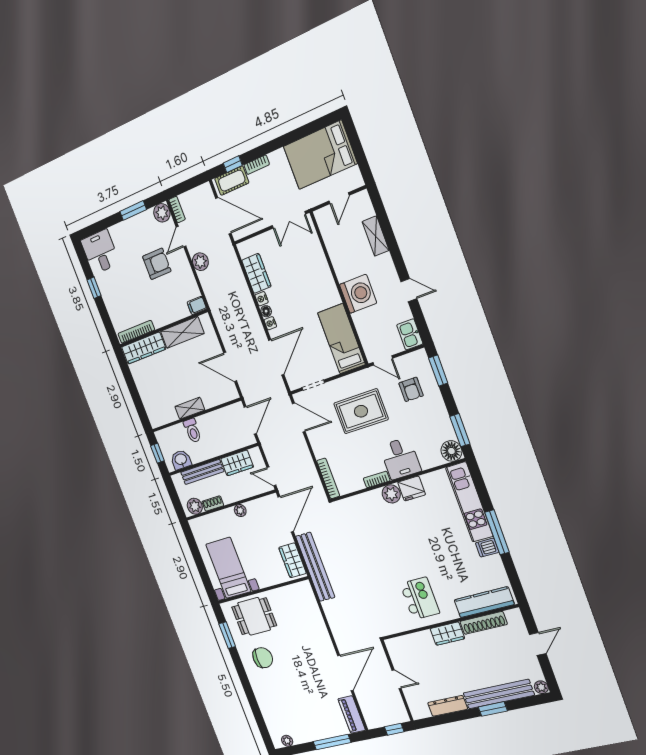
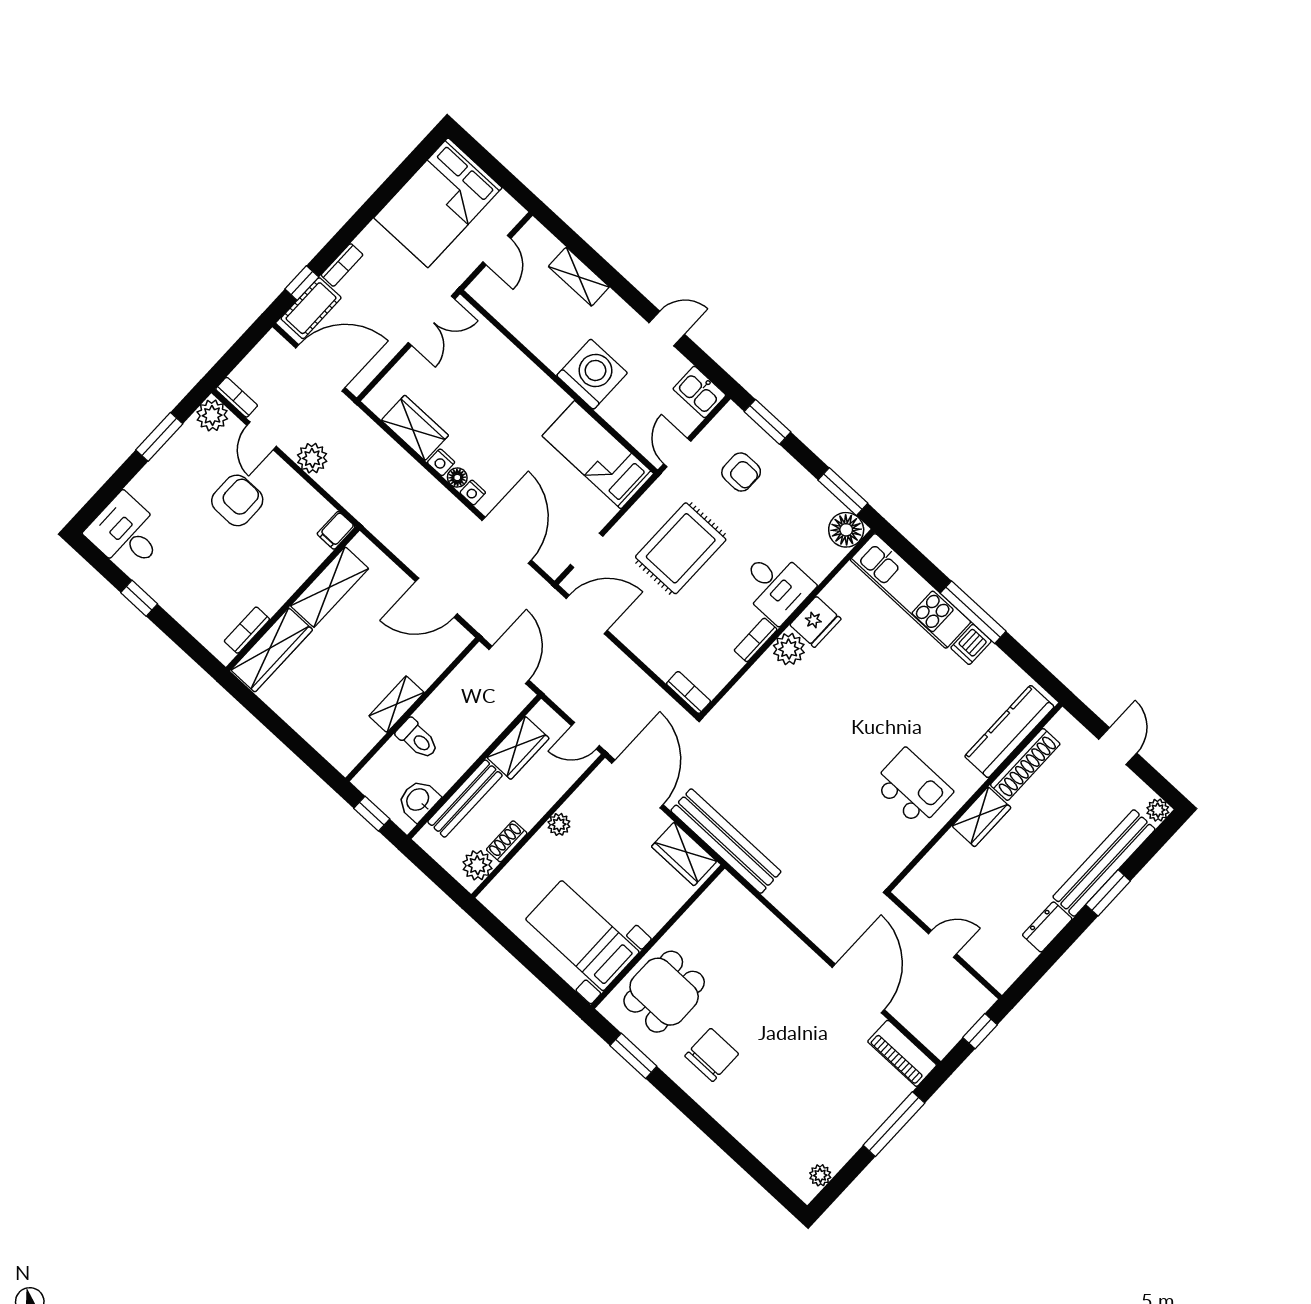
bookcase: (136, 332) -> (247, 630), width x0.64
door: (383, 360) -> (677, 452), swing flipped
bookcase: (328, 478) -> (688, 692), width x0.64
dresser: (448, 706) -> (1047, 927), width x0.70

